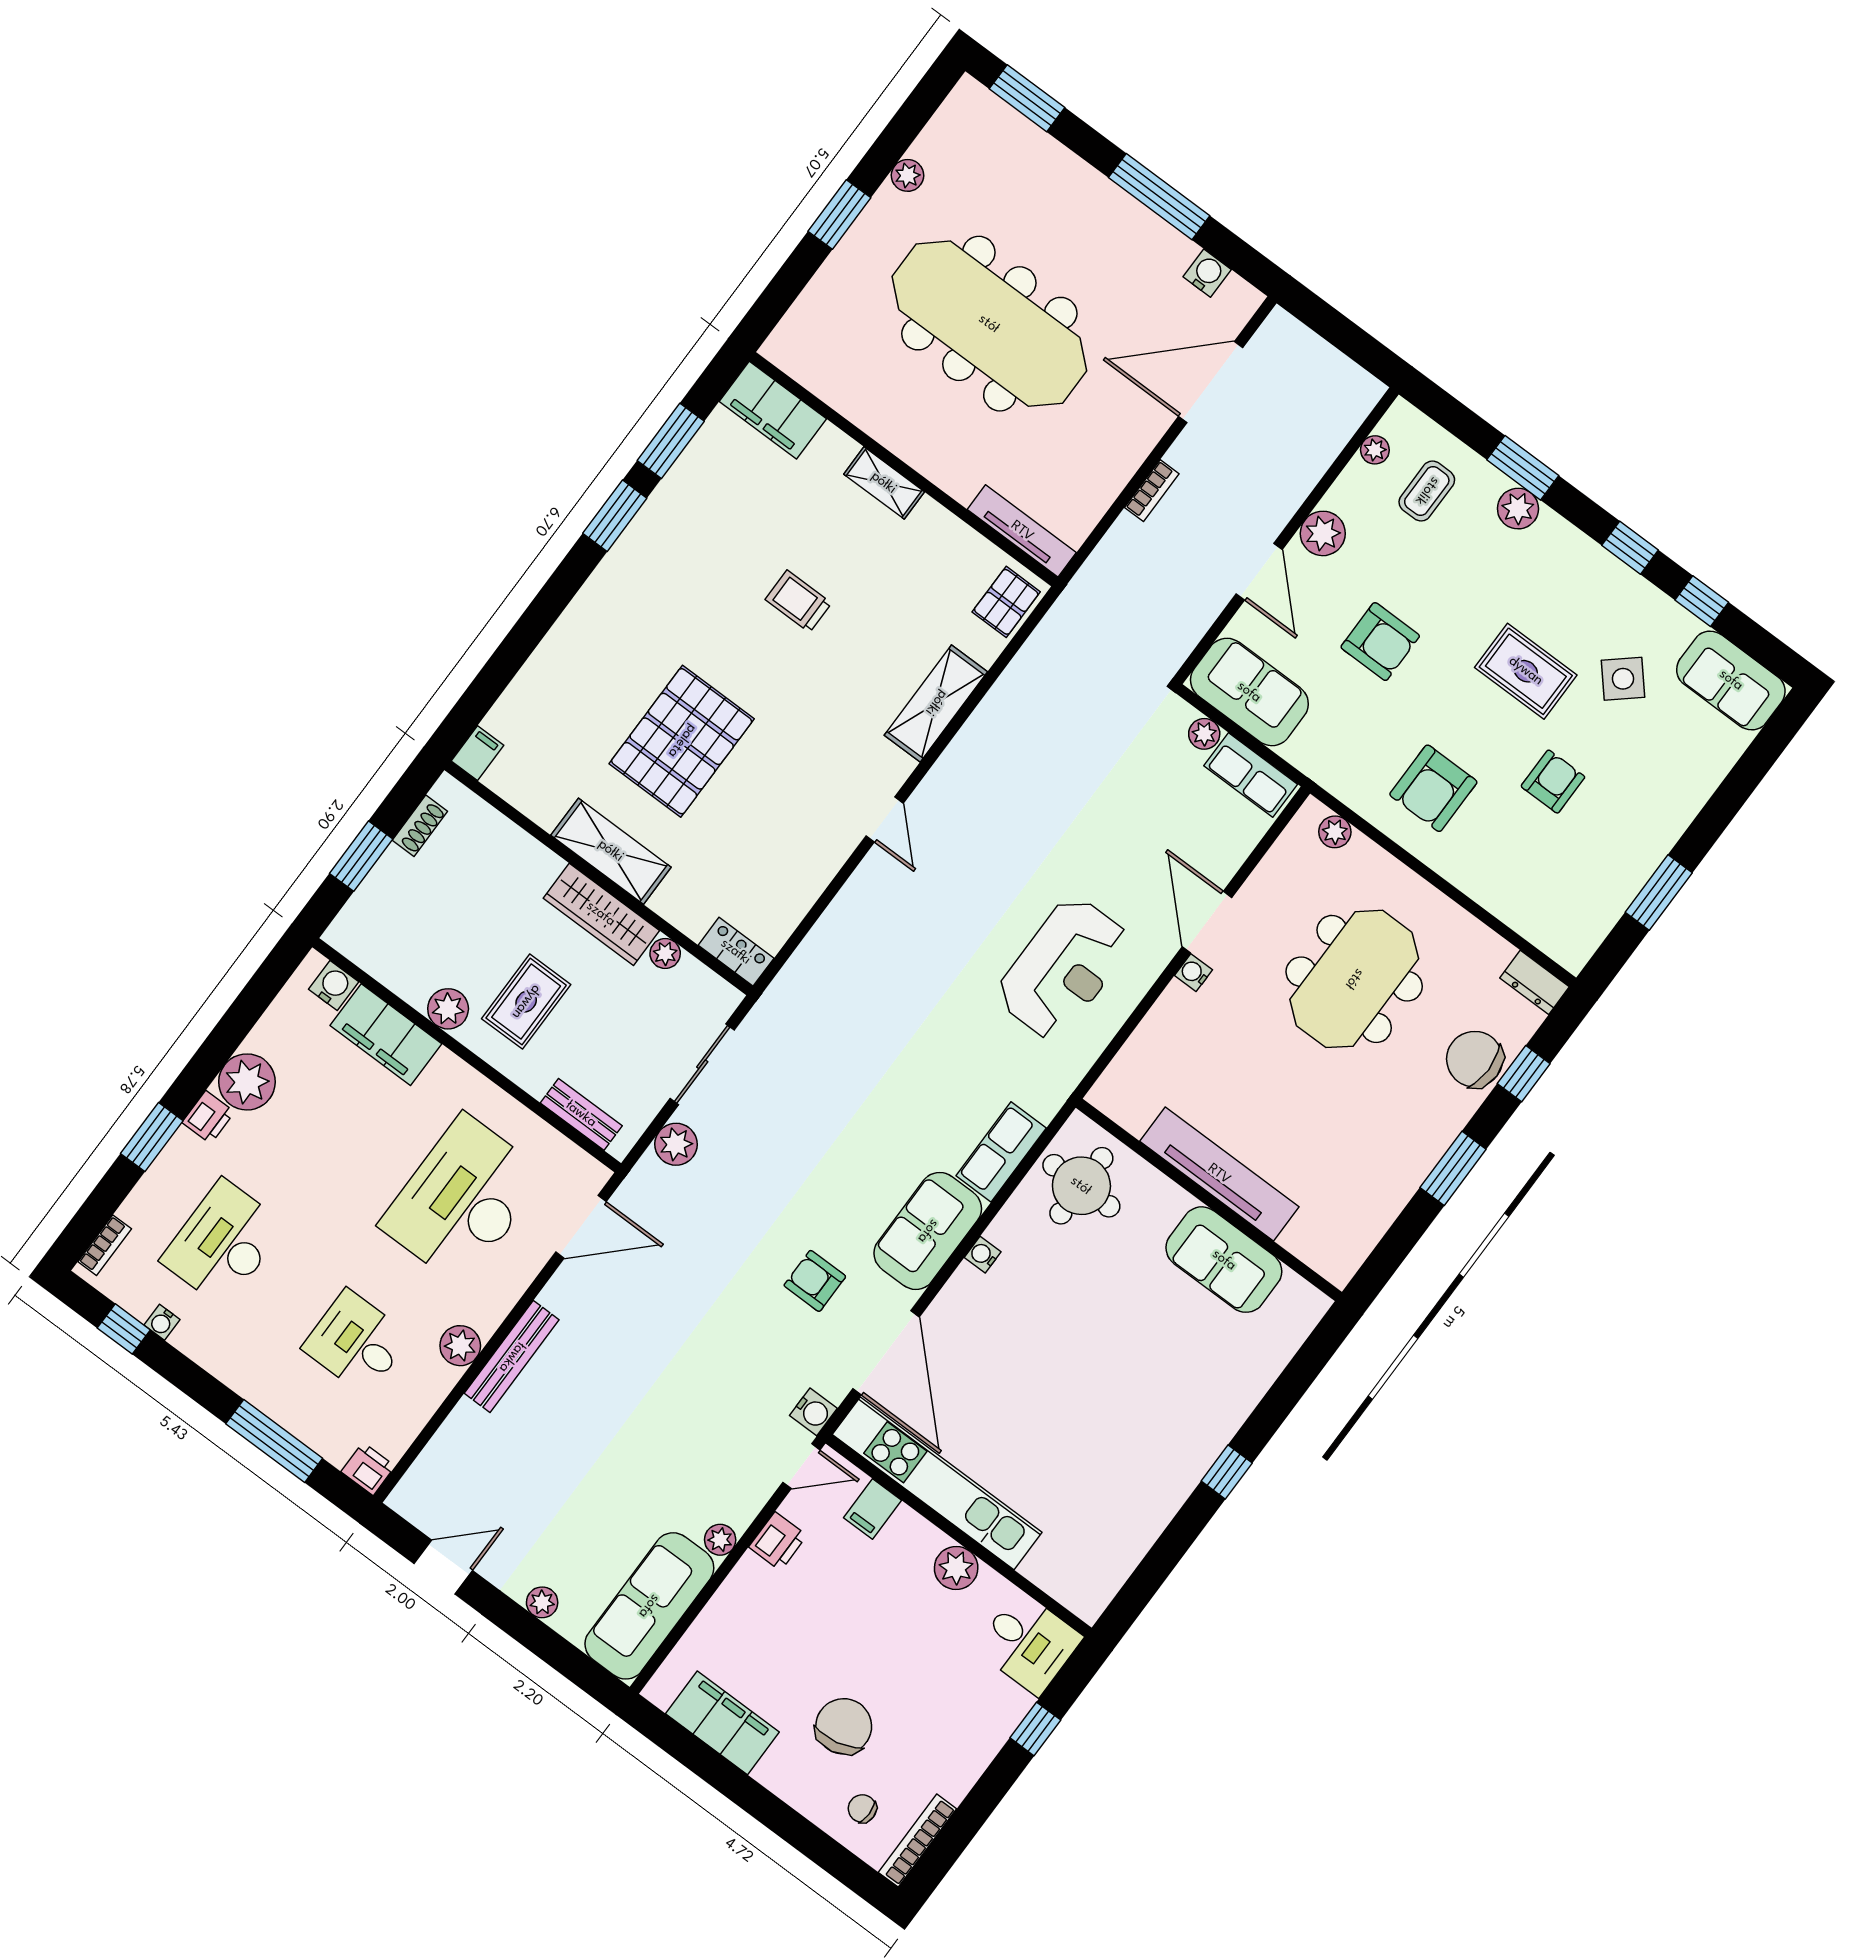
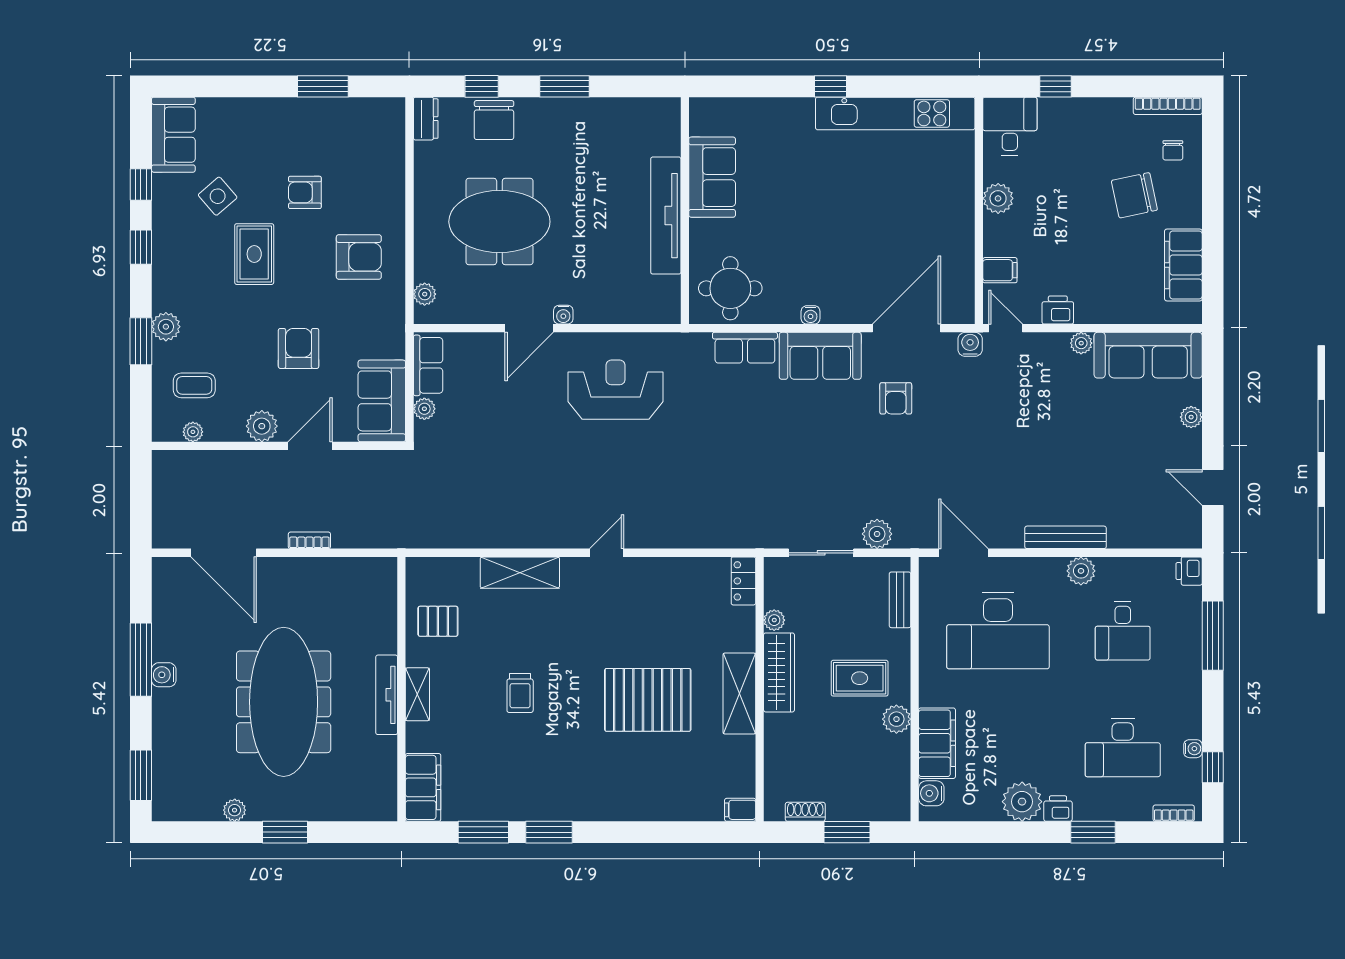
water cooler: (1207, 273) -> (164, 675), moved
tv unit: (1022, 531) -> (387, 695), moved
pallet: (1006, 602) -> (438, 621), moved
kitchen unit: (937, 1483) -> (895, 113), moved, turned -90

